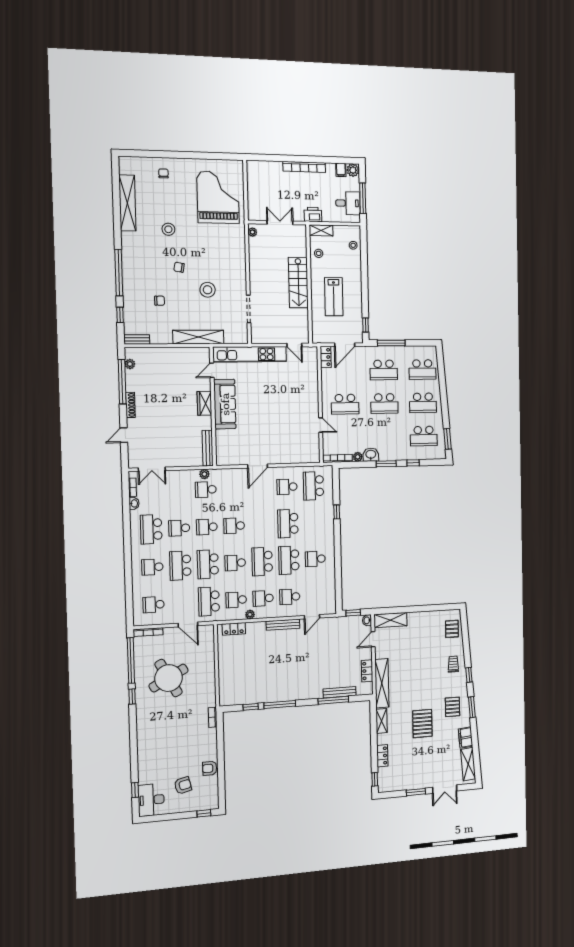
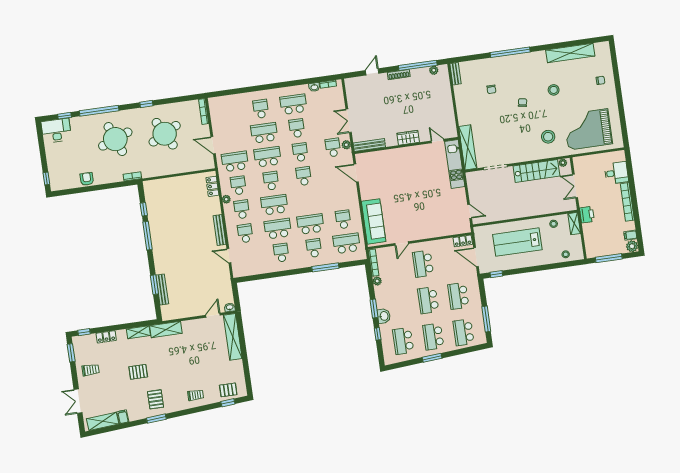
grand piano: (218, 197) -> (588, 129), turned 180
desk: (348, 203) -> (616, 173), moved, turned -90
double door: (280, 223) -> (575, 186), swing flipped
stairs: (298, 283) -> (536, 171), moved, turned 180
stool: (208, 290) -> (548, 137), moved
lab bench: (334, 297) -> (517, 242), width x1.36, depth x1.39
window: (120, 315) -> (474, 57), removed
shelving: (198, 337) -> (468, 147), moved
window: (391, 343) -> (486, 319), moved
door: (294, 345) -> (470, 211), swing flipped
kitchen unit: (250, 354) -> (455, 164), width x0.73
sofa: (225, 404) -> (374, 221), moved, turned -90
door: (124, 435) -> (372, 72), hinge flipped
window: (447, 439) -> (432, 358), moved
washbasin: (371, 455) -> (384, 316), moved
door: (258, 466) -> (356, 173), moved
double door: (152, 469) -> (349, 121), moved
window: (337, 512) -> (325, 267), width x2.17
school desk: (154, 605) -> (314, 248), moved
window: (353, 613) -> (236, 294), removed
shelving: (390, 620) -> (233, 337), width x1.47
door: (188, 624) -> (213, 145), hinge flipped
door: (373, 639) -> (213, 315), hinge flipped
window: (131, 660) -> (99, 111), moved
locker: (367, 671) -> (183, 313), removed
window: (469, 675) -> (228, 403), moved
shelving: (382, 683) -> (166, 329), width x0.68
window: (333, 700) -> (154, 285), width x0.69
pallet: (452, 707) -> (156, 399), turned 90
pallet: (422, 724) -> (138, 372), width x0.67, depth x0.71
round table: (168, 734) -> (115, 139), added
filing cabinet: (466, 738) -> (123, 417), width x0.50
trolley: (414, 774) -> (91, 370), added
armchair: (183, 785) -> (70, 157), removed
window: (416, 792) -> (71, 353), moved

